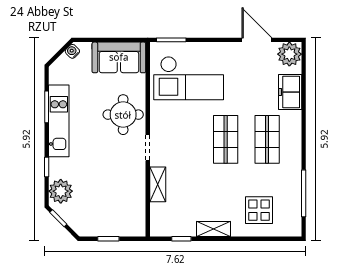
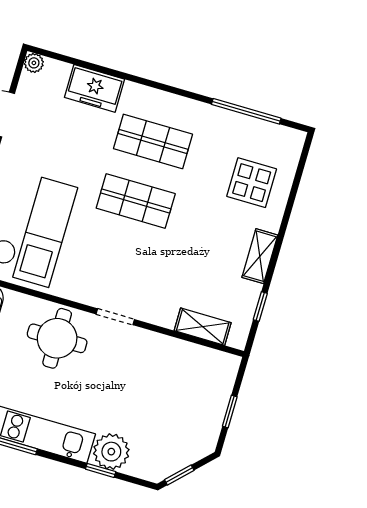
plant: (289, 54) -> (34, 63), width x0.53, depth x0.53
shelving: (158, 184) -> (203, 327), moved
plant: (61, 191) -> (111, 452), moved

